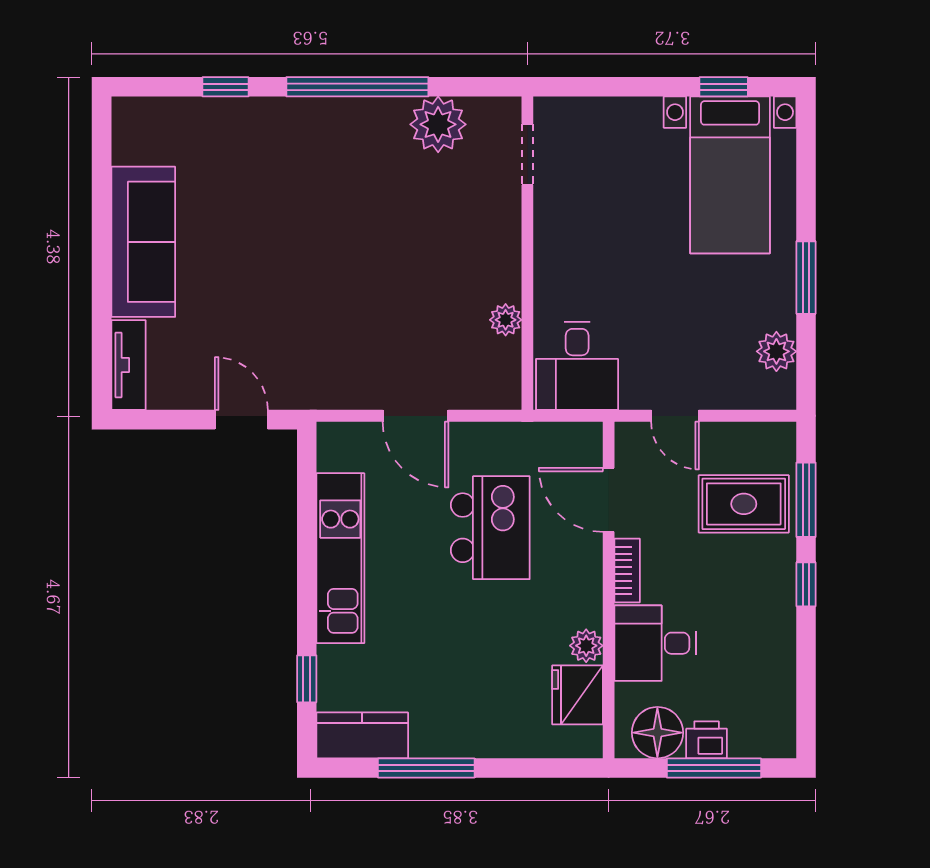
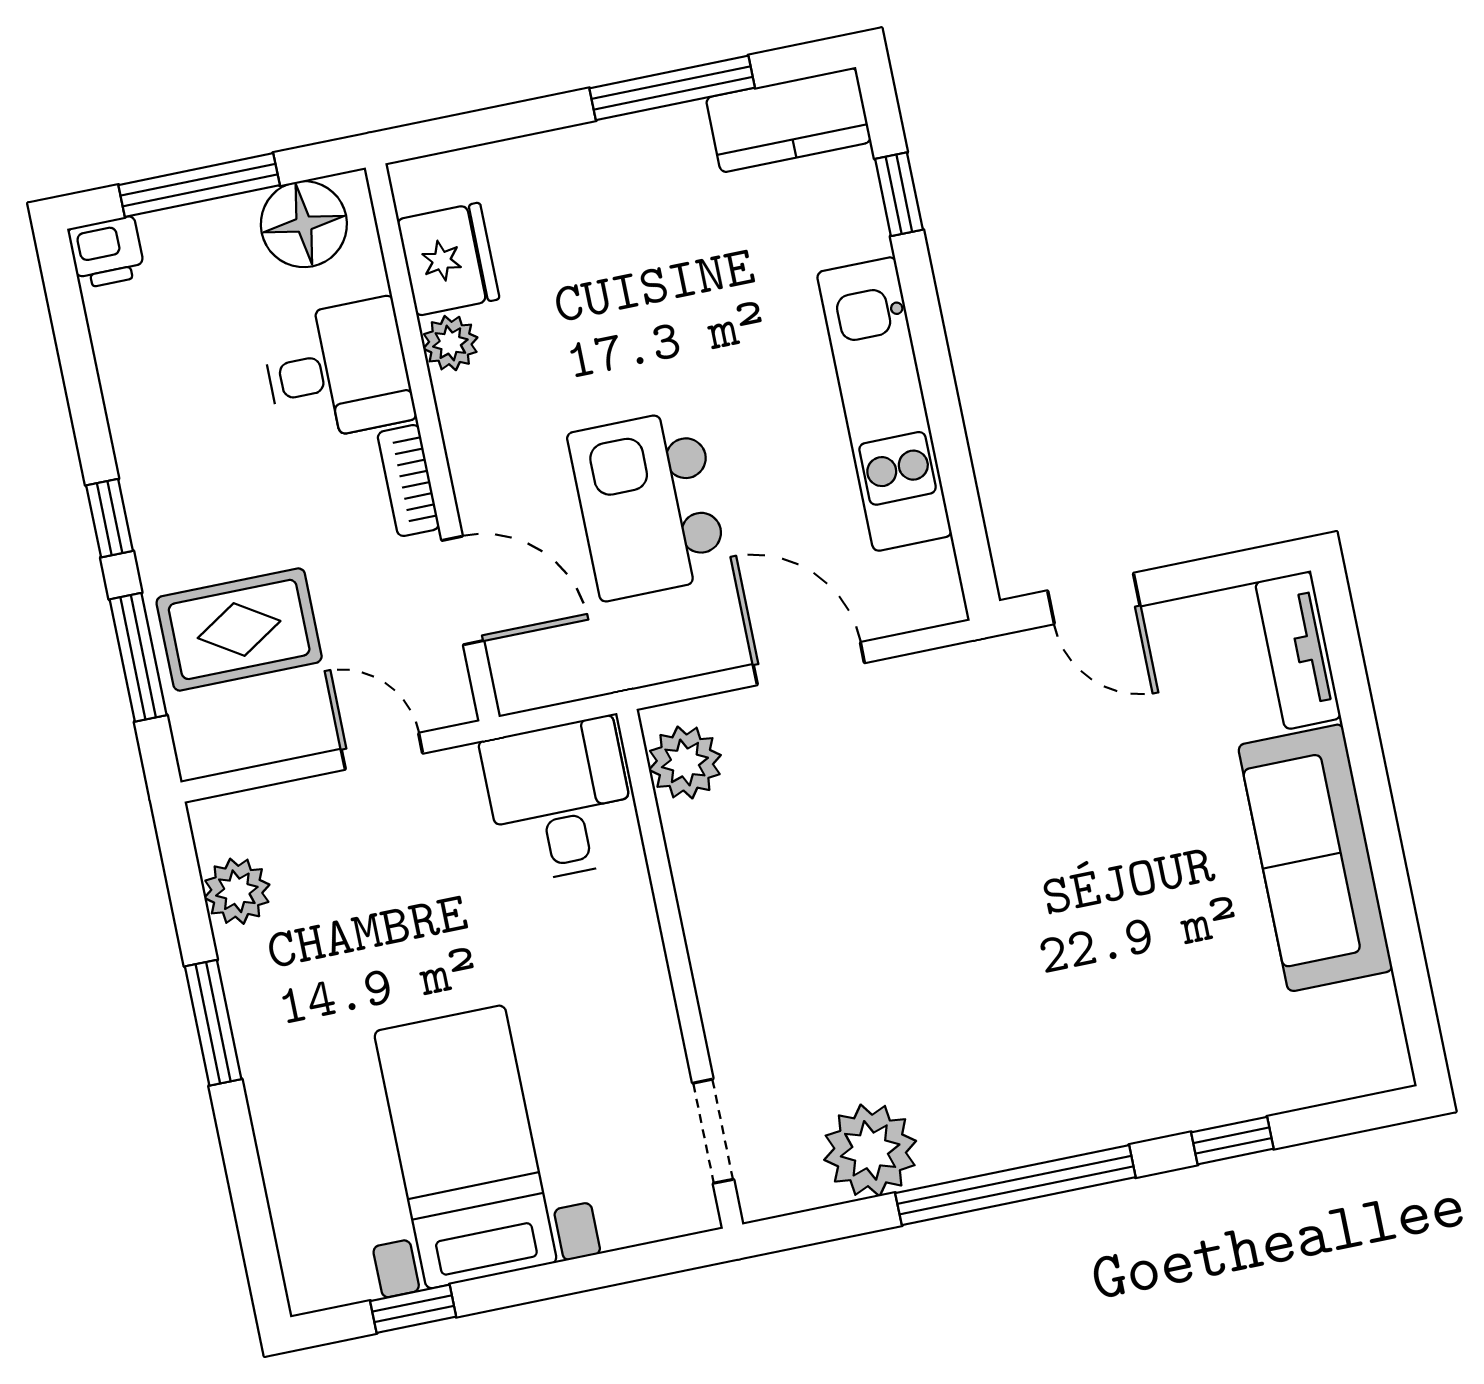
bed with nightstands: (730, 175) -> (466, 1147), moved
plant: (506, 320) -> (685, 762), moved, width x1.38, depth x1.38
printer: (707, 740) -> (106, 252), moved

